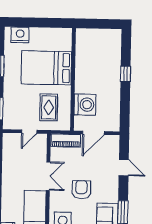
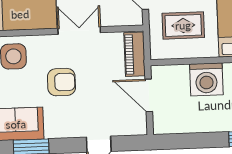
washing machine: (85, 105) -> (206, 79), moved
double door: (48, 176) -> (79, 31), swing flipped

